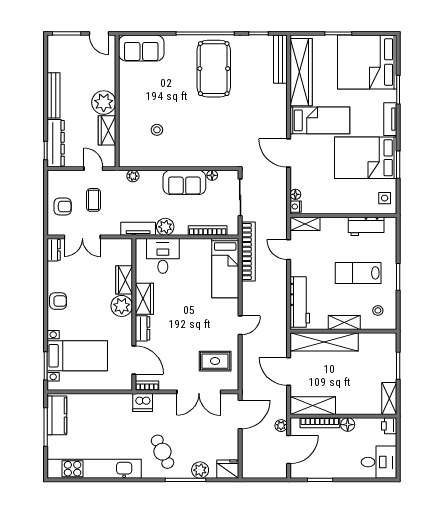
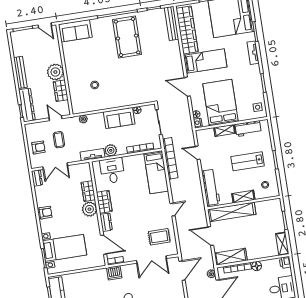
bed: (366, 158) -> (221, 103), moved, turned 90
shelving: (305, 224) -> (225, 130), moved

